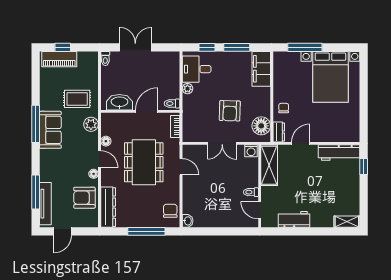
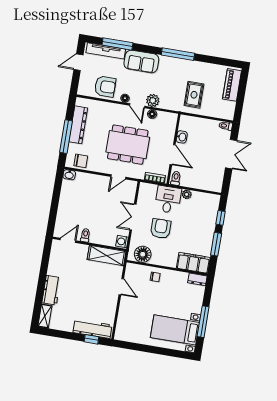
window: (63, 47) -> (242, 90), removed
window: (305, 47) -> (203, 322), moved
desk: (197, 69) -> (168, 199), moved
bed with nightstands: (330, 77) -> (175, 330), width x0.73
washbasin: (119, 102) -> (182, 137), width x0.52, depth x0.69
armchair: (230, 111) -> (161, 229), turned 88
plant: (91, 124) -> (153, 101), moved
sofa: (50, 130) -> (141, 61), moved
dresser: (279, 132) -> (197, 279), moved
workbench: (339, 152) -> (93, 329), moved, turned 90
door: (100, 159) -> (137, 106), hinge flipped
armchair: (84, 198) -> (105, 87), turned 90
dresser: (108, 207) -> (78, 125), moved, turned -90
workbench: (294, 219) -> (51, 290), moved
door: (63, 231) -> (78, 62), hinge flipped

